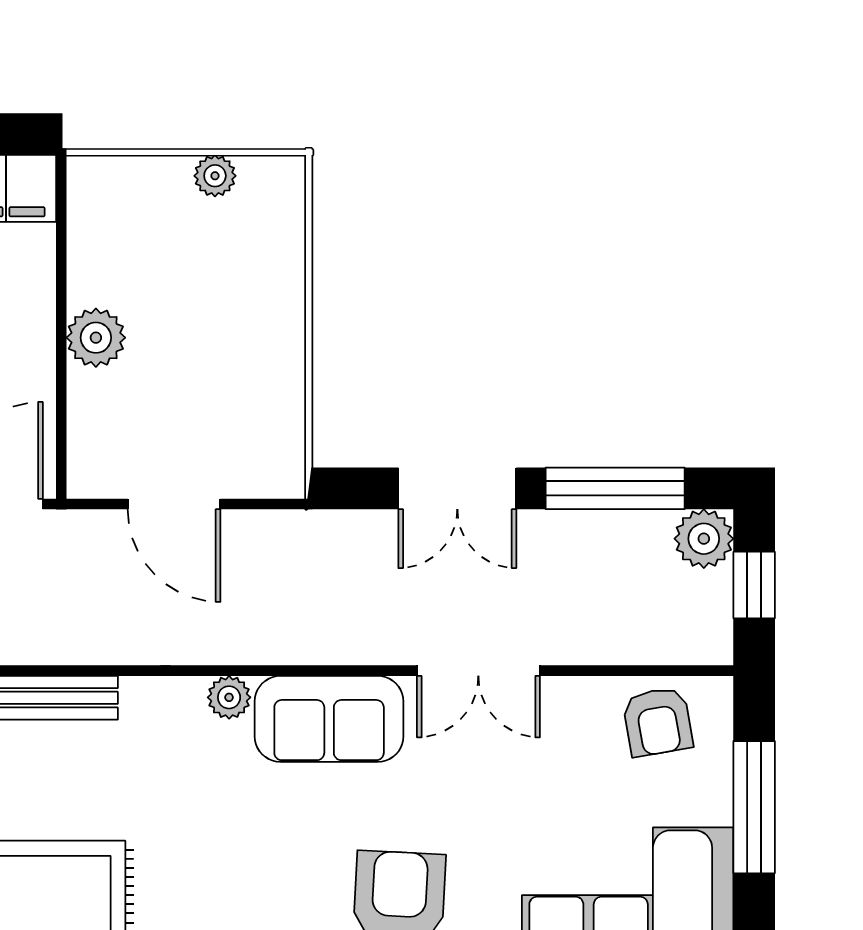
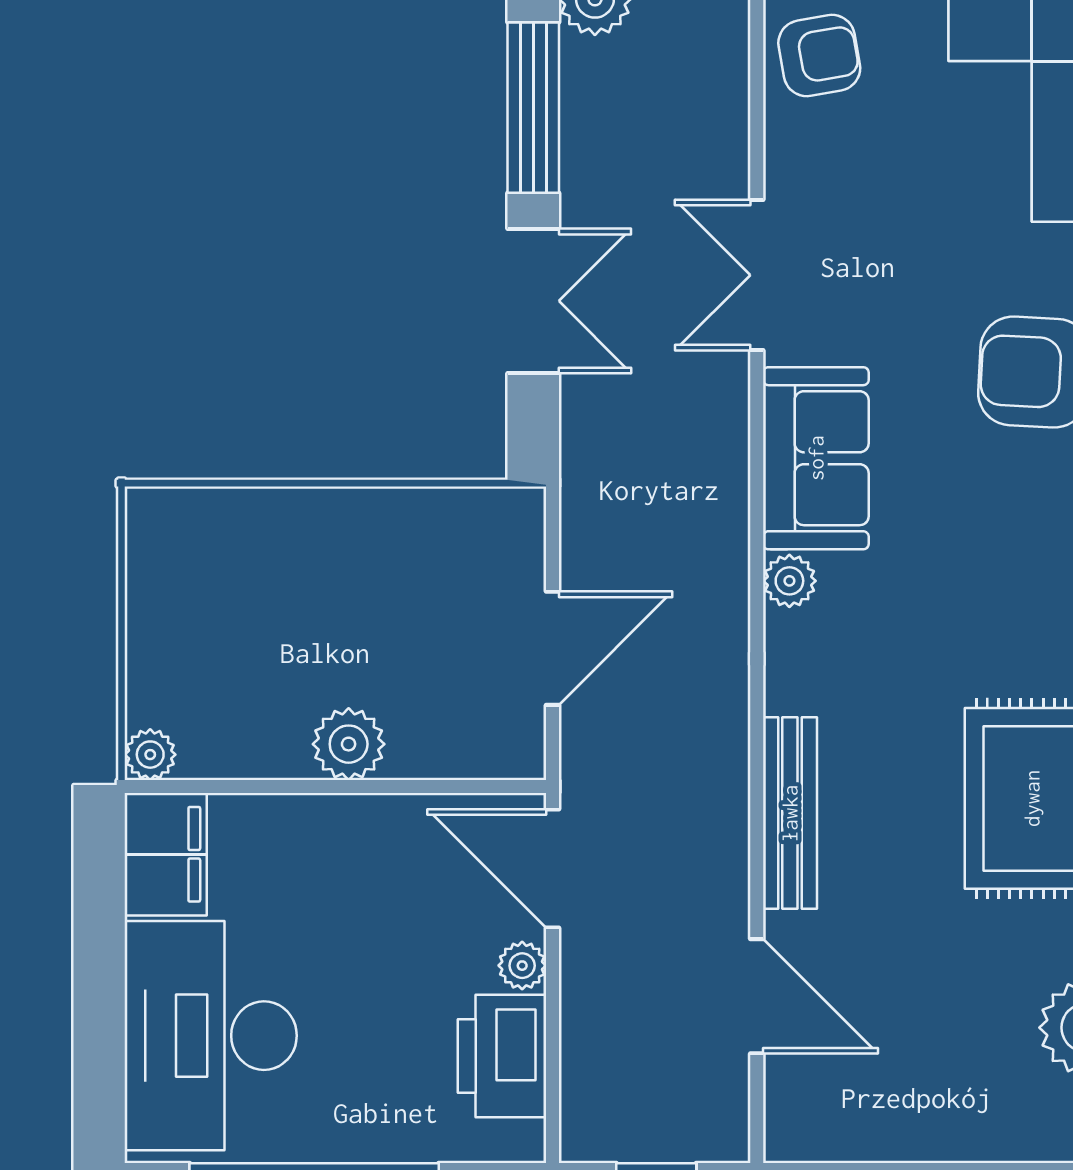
plant: (215, 176) -> (150, 755), moved
double door: (478, 671) -> (757, 275), swing flipped

